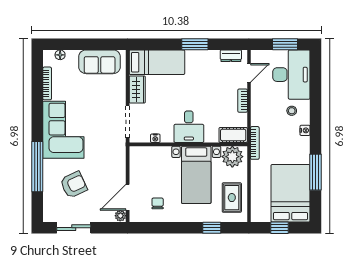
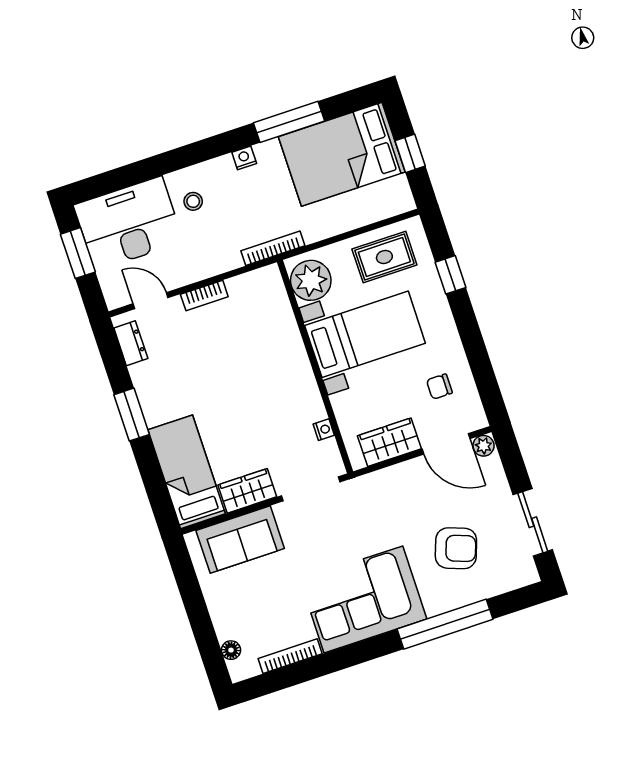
sofa: (100, 62) -> (240, 540), moved, turned 90
desk: (189, 127) -> (283, 376), removed
nightstand: (305, 130) -> (244, 158), moved
cot: (233, 135) -> (272, 292), removed
wardrobe: (138, 169) -> (389, 442), added
armchair: (74, 185) -> (456, 548), turned 135

